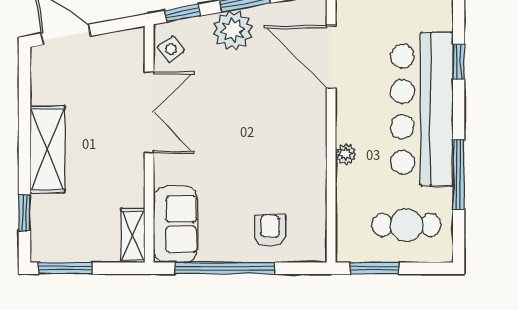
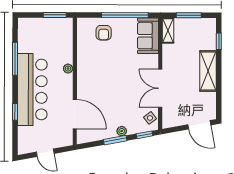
plant: (233, 30) -> (122, 131), width x0.53, depth x0.53
cafe table: (407, 225) -> (40, 35), removed
window: (65, 268) -> (189, 15), moved

